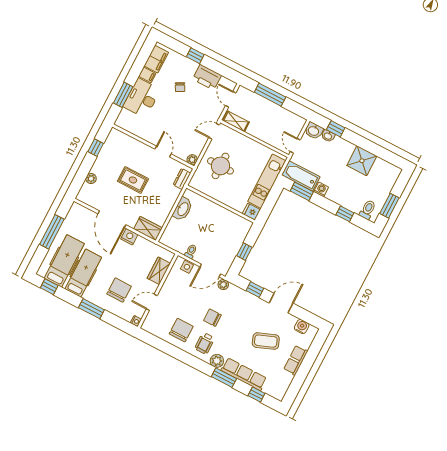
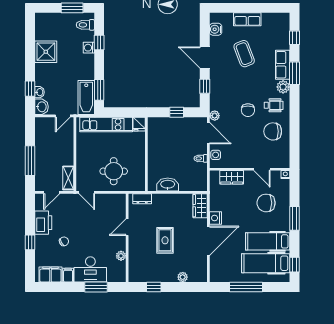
plant: (192, 160) -> (121, 256), moved
washing machine: (321, 189) -> (89, 48), moved
row of seats: (244, 374) -> (283, 65), width x0.68

